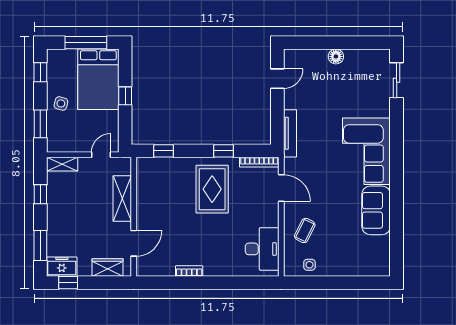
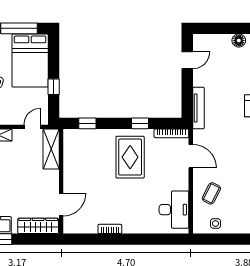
window: (125, 96) -> (54, 87), moved
shelving: (122, 198) -> (51, 149), moved
wardrobe: (108, 267) -> (38, 226), width x1.50

